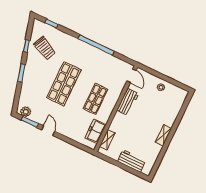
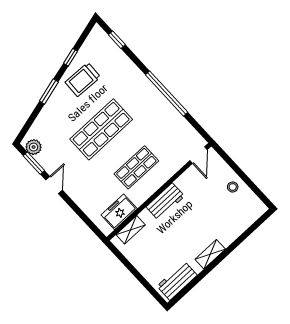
trolley: (45, 48) -> (83, 80), moved, turned 66
workbench: (128, 102) -> (165, 202), moved
workbench: (132, 161) -> (177, 281), moved, turned -90

